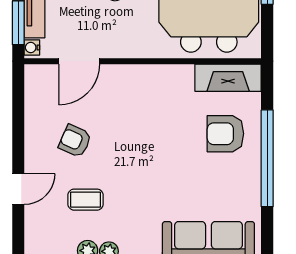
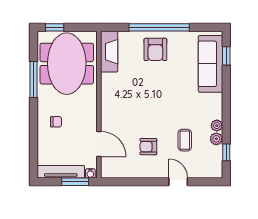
armchair: (225, 134) -> (155, 49), moved
armchair: (75, 141) -> (148, 147), turned 66

